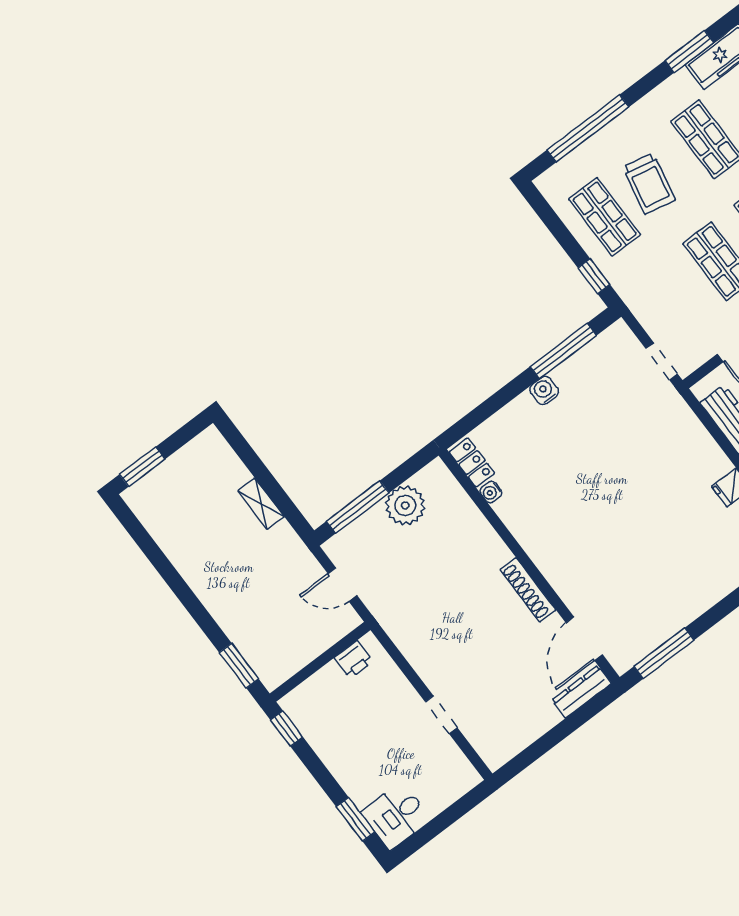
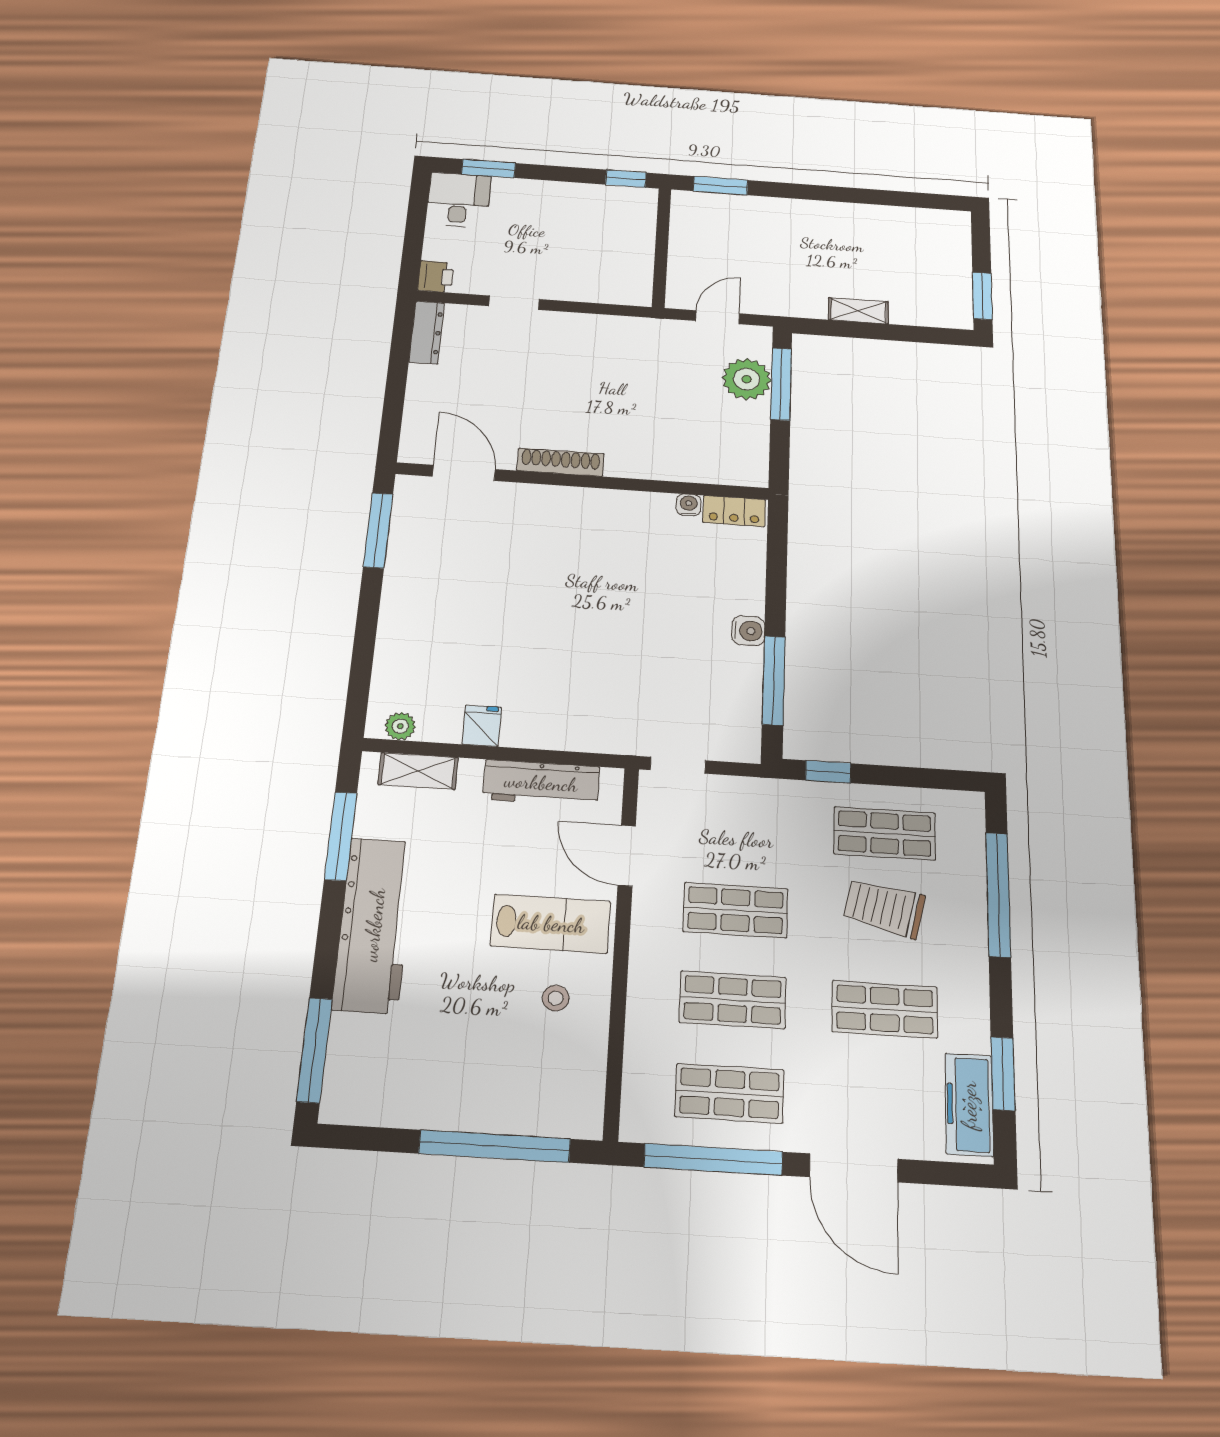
window: (142, 467) -> (982, 296), moved
plant: (405, 505) -> (747, 379), moved
printer: (354, 660) -> (436, 277), moved, turned 180
dresser: (582, 692) -> (427, 332), moved

